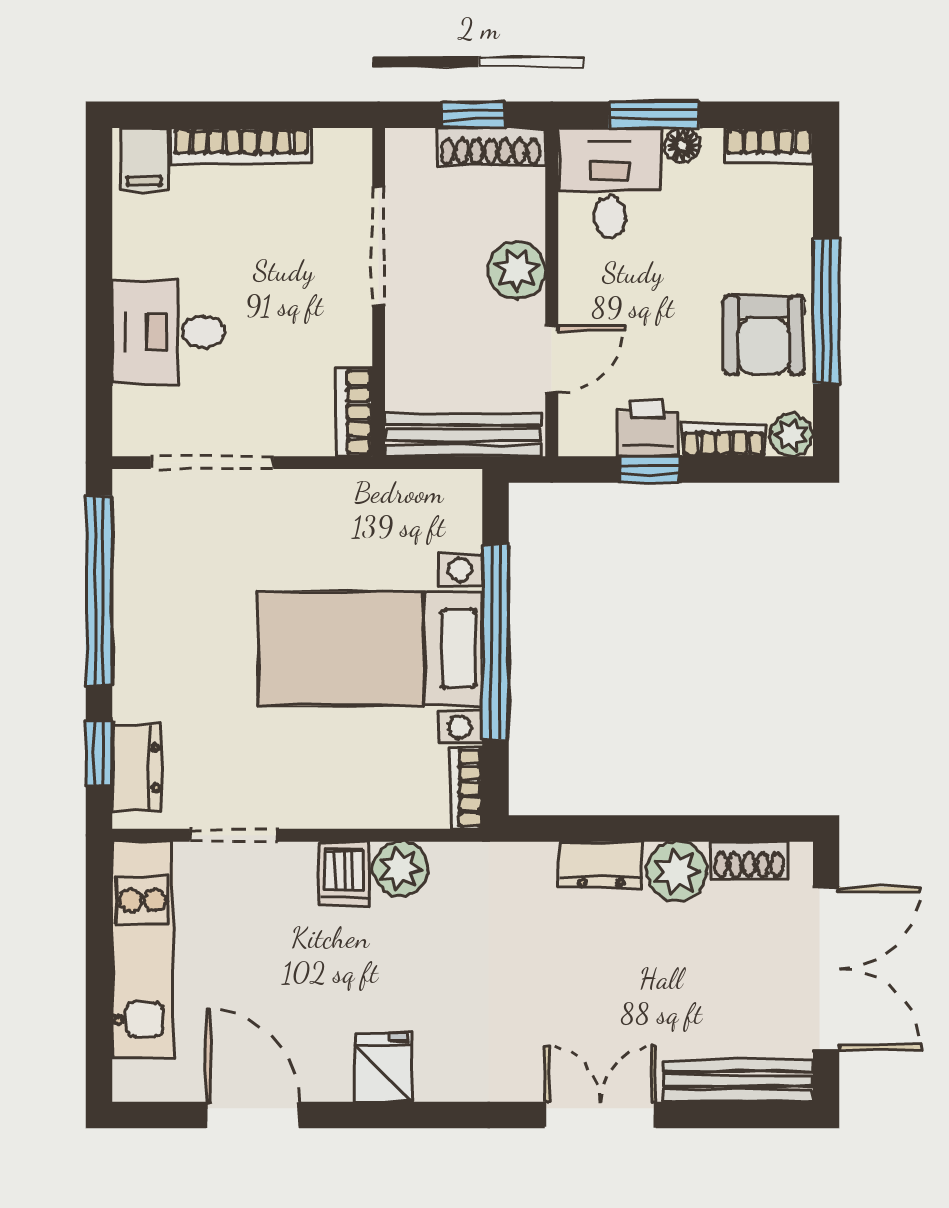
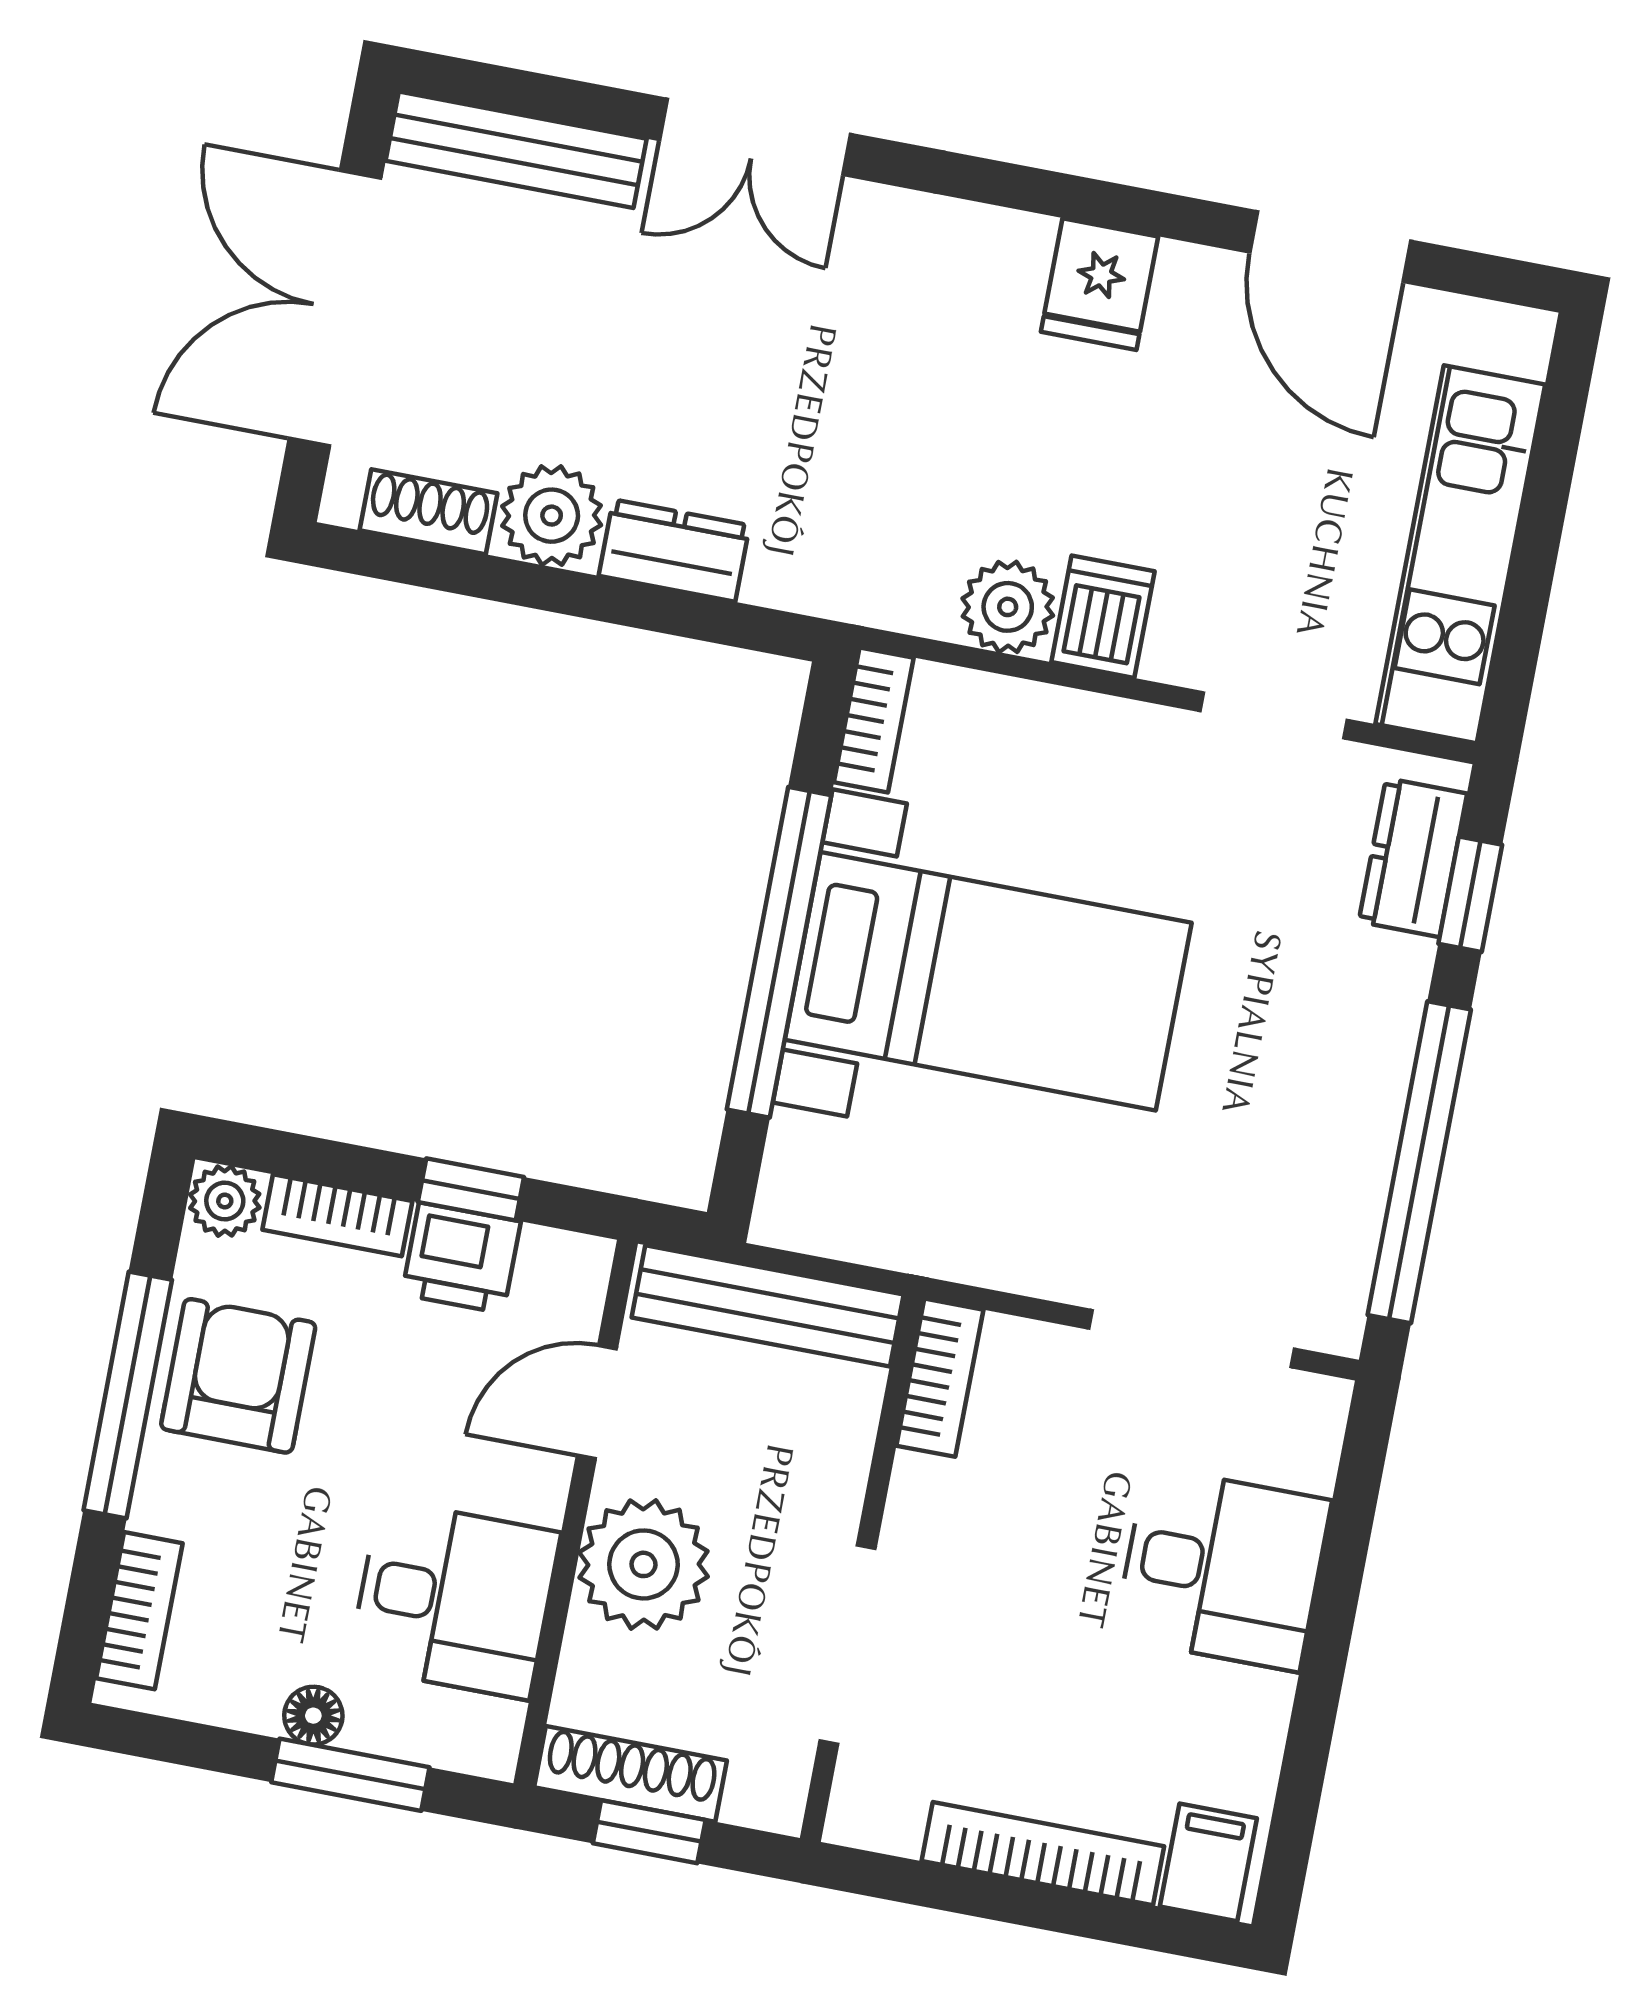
bookcase: (769, 146) -> (139, 1611), moved, turned 90
desk: (610, 183) -> (454, 1599), moved, turned -90
plant: (517, 270) -> (643, 1564), width x1.36, depth x1.36

